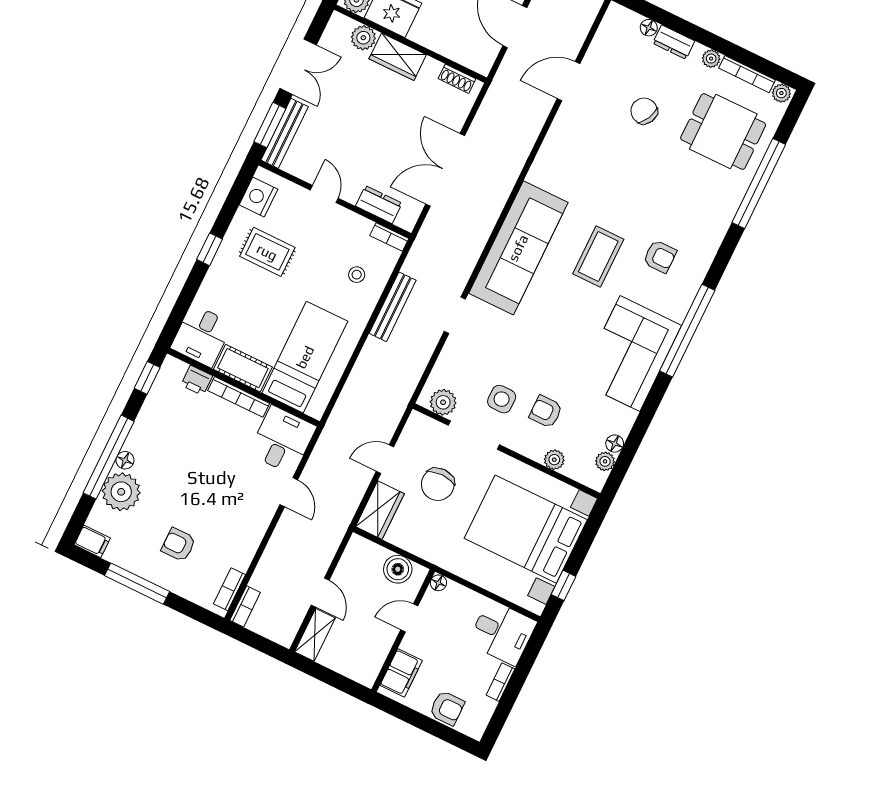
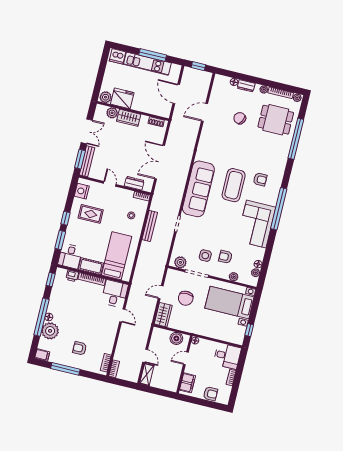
coffee table: (598, 256) -> (234, 185), width x1.36, depth x1.32
window: (187, 295) -> (60, 240), added
bed with nightstands: (526, 529) -> (229, 303), width x0.73

